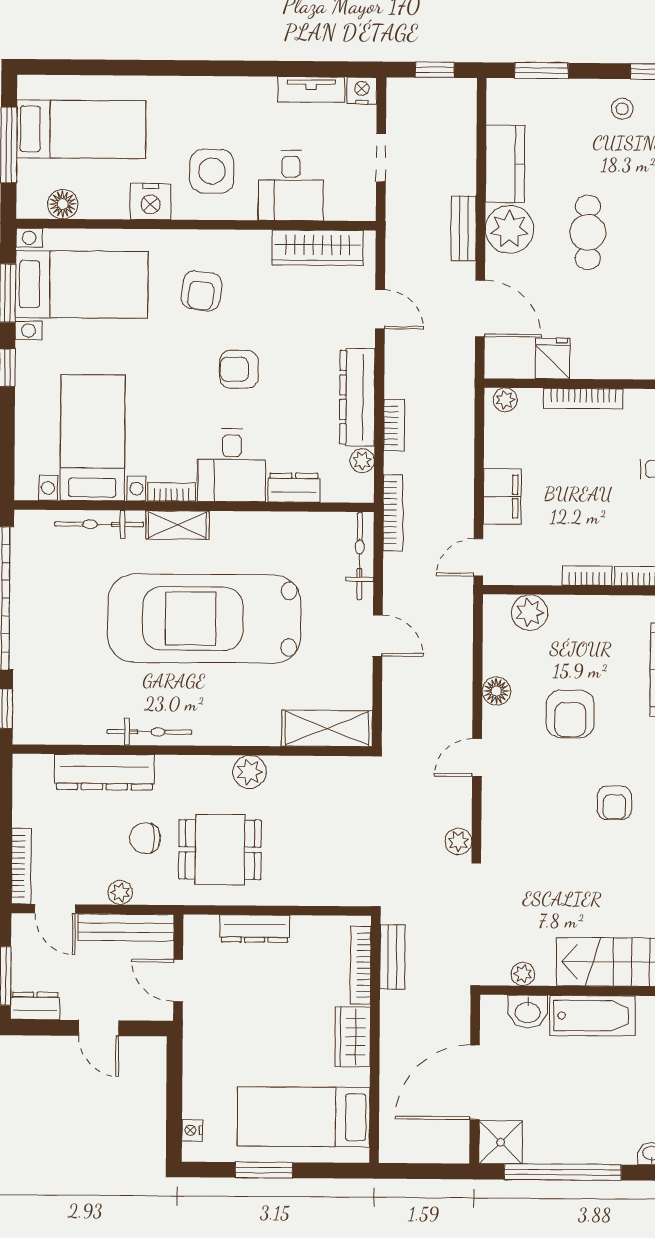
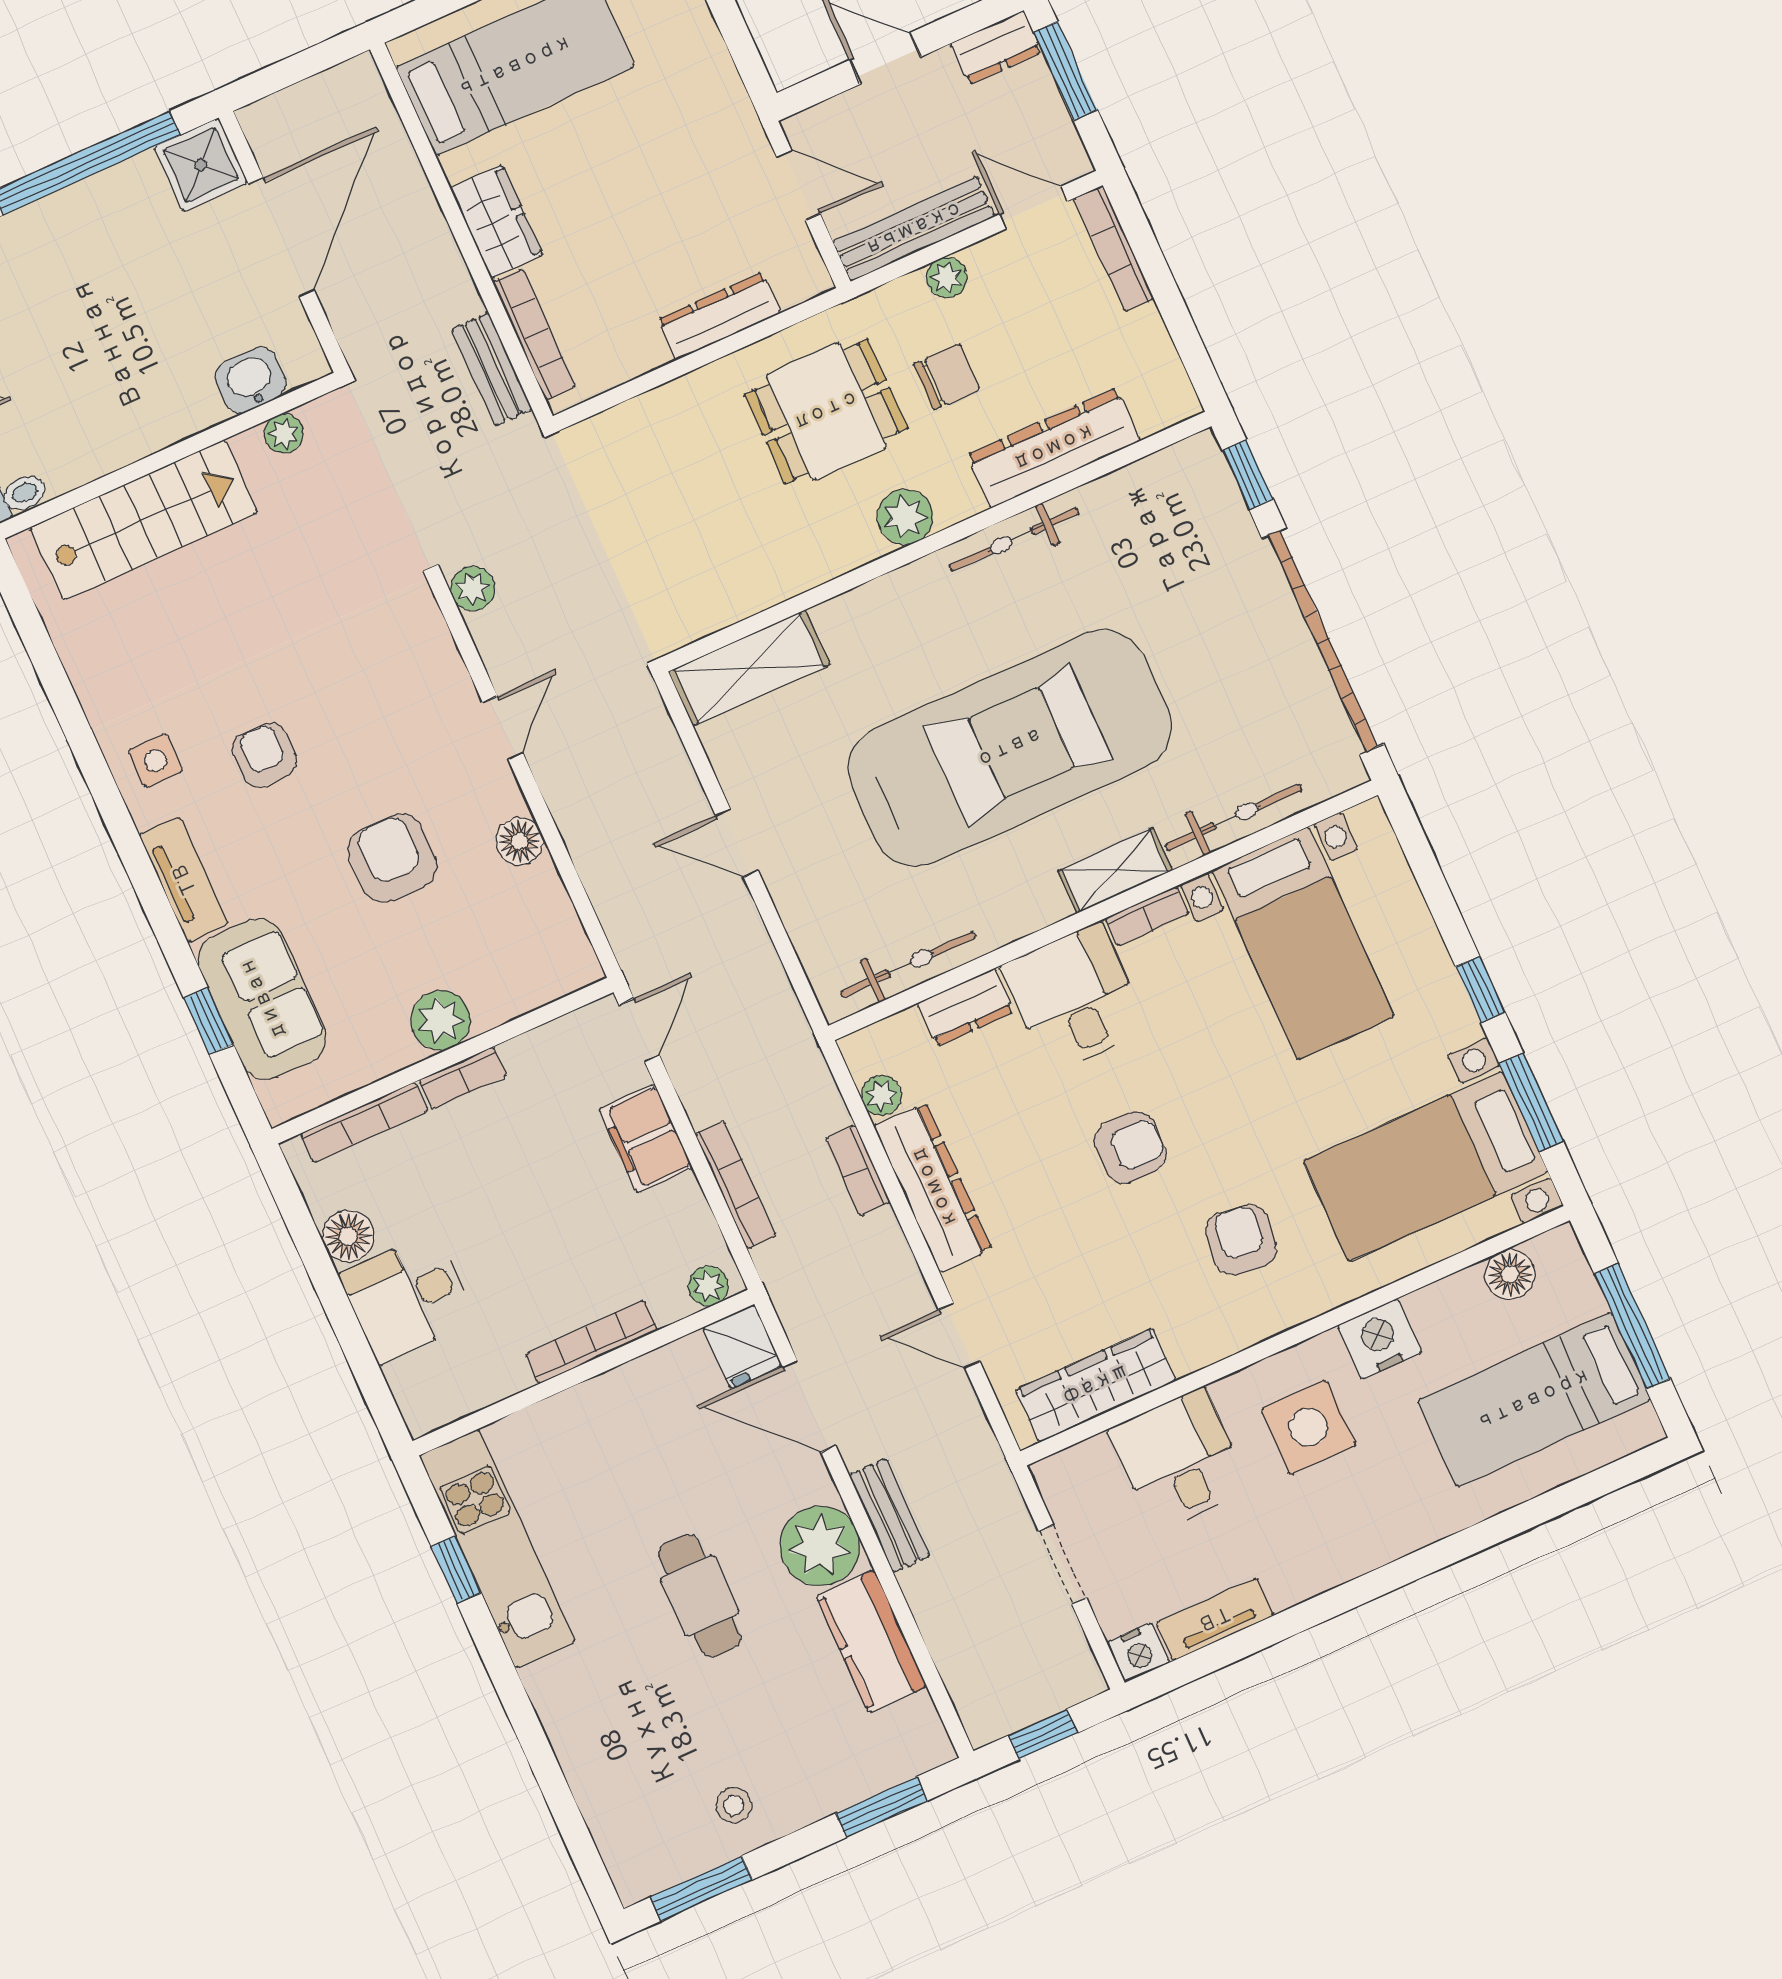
fridge: (553, 358) -> (742, 1347), moved
bookcase: (393, 513) -> (736, 1185), moved, turned 180
bicycle: (360, 556) -> (908, 965), moved, turned -90
plant: (530, 613) -> (440, 1020), moved
plant: (249, 772) -> (905, 517), moved
bathtub: (592, 1016) -> (150, 419), removed

